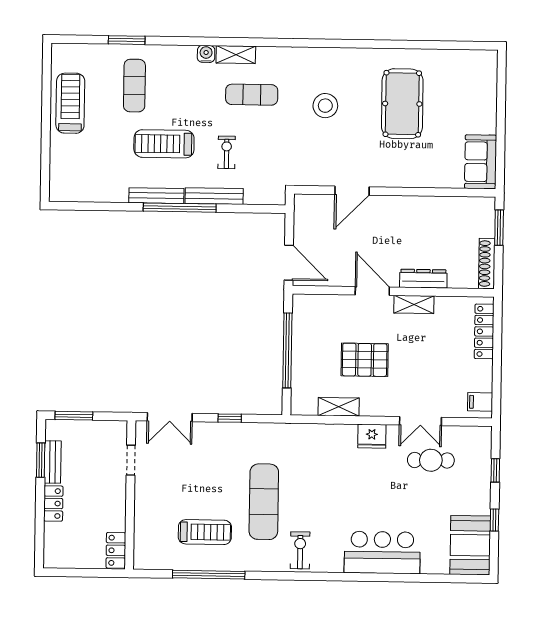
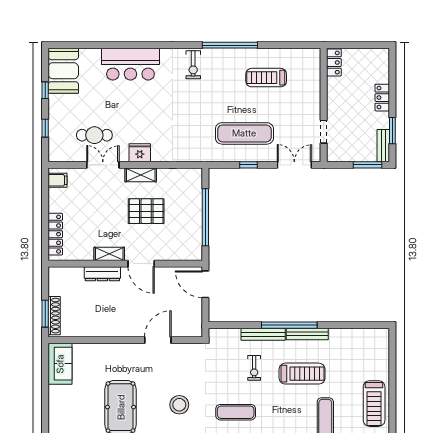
shoe rack: (487, 264) -> (54, 316), moved
shelving: (339, 407) -> (141, 175), moved
bench: (53, 462) -> (383, 146), moved
exercise mat: (264, 502) -> (244, 133), moved, turned 90
window: (209, 575) -> (230, 45), moved

